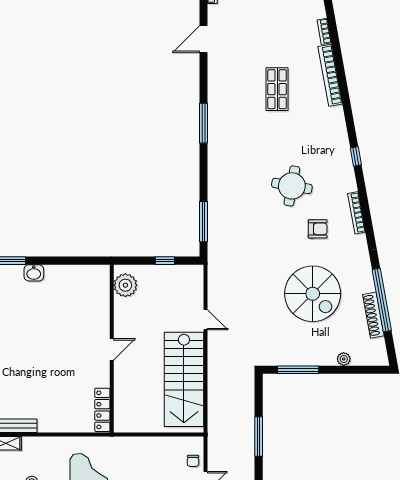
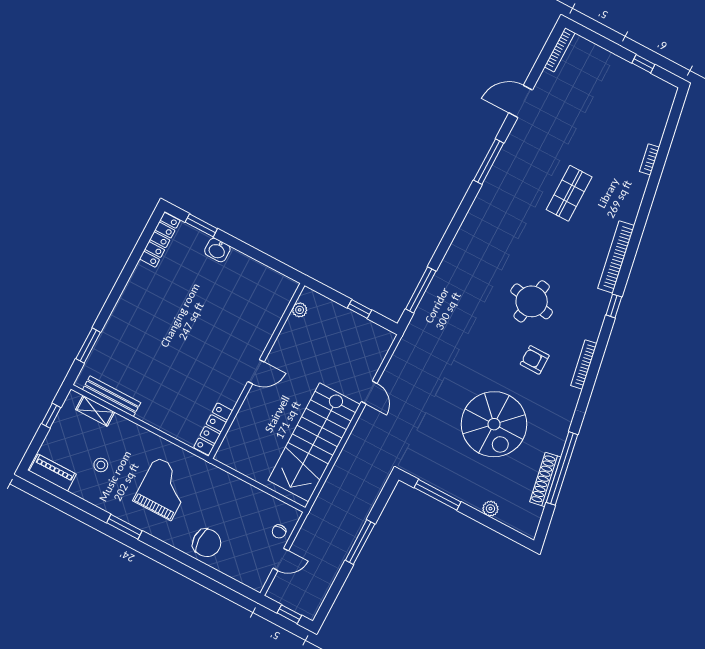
bookcase: (330, 75) -> (616, 257), moved
window: (204, 123) -> (489, 162), moved
armchair: (318, 229) -> (535, 360), turned 180
plant: (125, 285) -> (300, 310), width x0.53, depth x0.53

